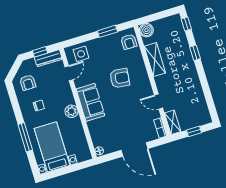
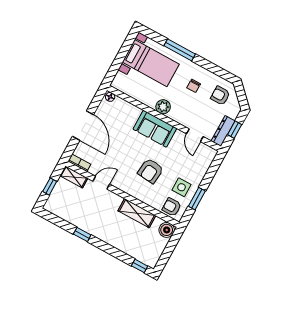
window: (195, 53) -> (82, 235), moved
side table: (81, 54) -> (182, 187), moved
door: (134, 149) -> (83, 126), swing flipped

